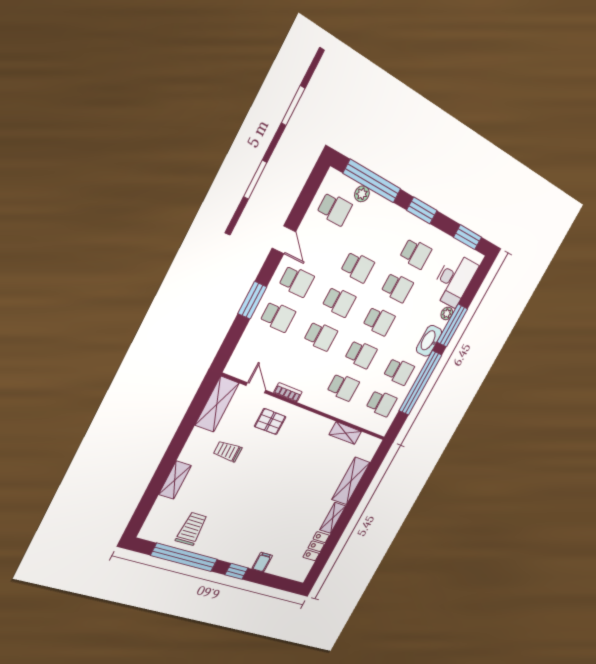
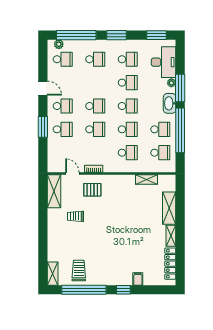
plant: (362, 194) -> (59, 44), moved
school desk: (358, 267) -> (95, 59), moved
shelving: (175, 480) -> (53, 274), moved
locker: (316, 546) -> (170, 264), width x1.53

